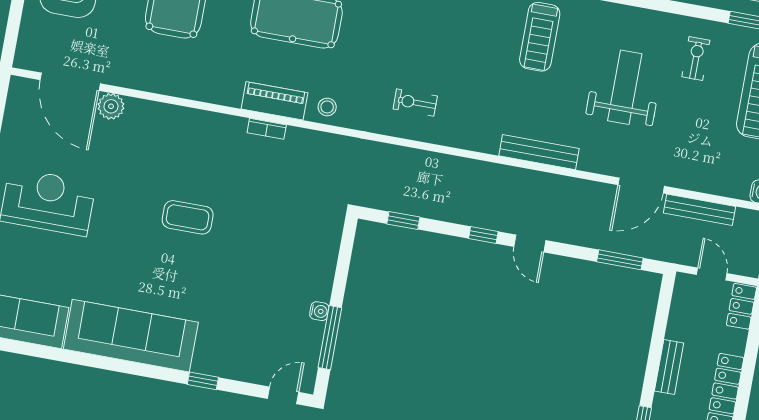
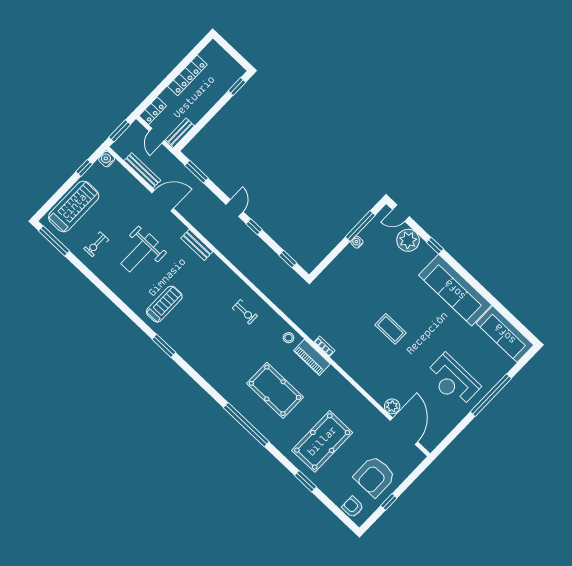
bench: (539, 152) -> (197, 245), width x0.73
plant: (247, 363) -> (408, 240), added
bench: (669, 367) -> (180, 133), moved

